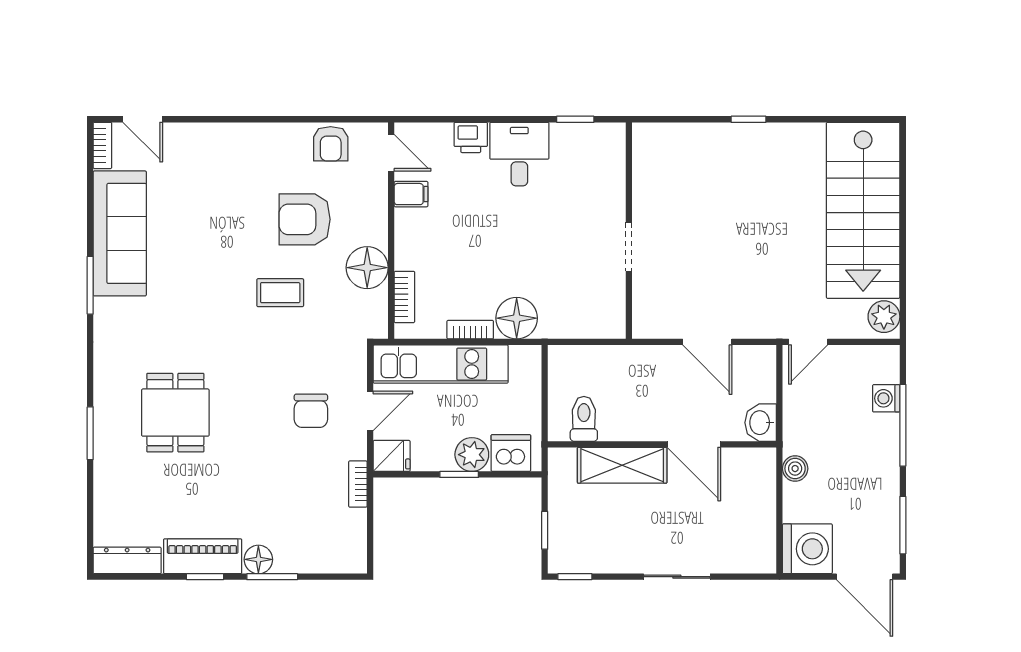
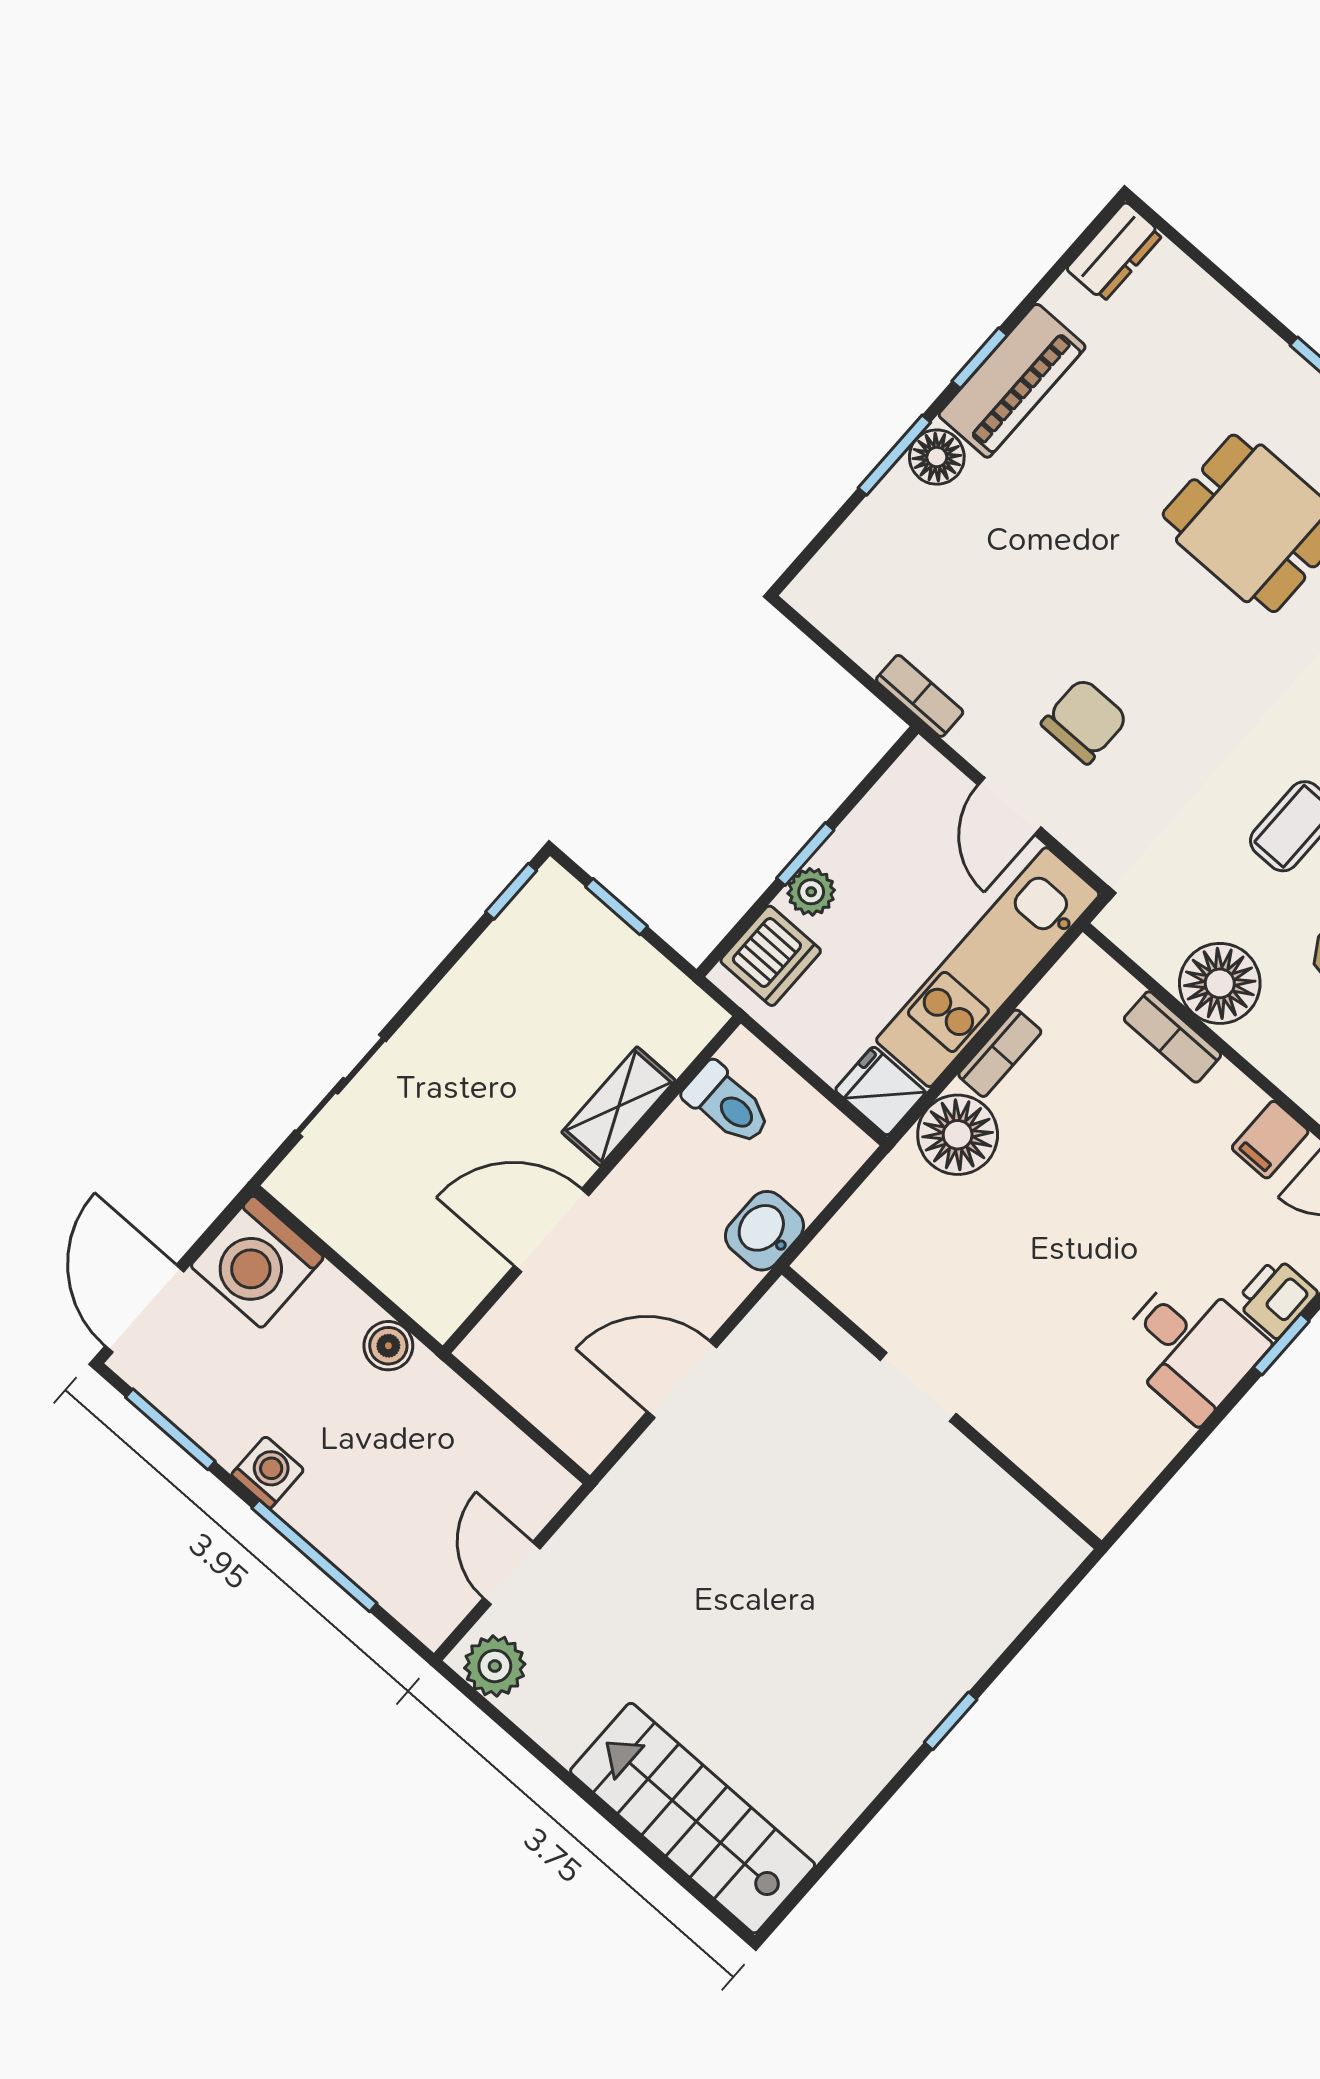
window: (575, 119) -> (1281, 1344), moved
stairs: (863, 210) -> (693, 1818), width x0.73, depth x0.66
bookcase: (404, 297) -> (1172, 1037), moved
door: (808, 342) -> (512, 1573), moved
washing machine: (886, 398) -> (268, 1472), moved
chair: (311, 411) -> (1085, 721), turned 90
washbasin: (761, 423) -> (764, 1231), moved, turned -90
plant: (472, 455) -> (811, 892), width x0.73, depth x0.73
fridge: (392, 456) -> (880, 1091), moved, turned 90
shelving: (622, 465) -> (619, 1106), width x0.67, depth x0.75
dresser: (127, 560) -> (1115, 252), width x0.70
sliding door: (677, 577) -> (340, 1086), moved
door: (865, 577) -> (145, 1309), hinge flipped

